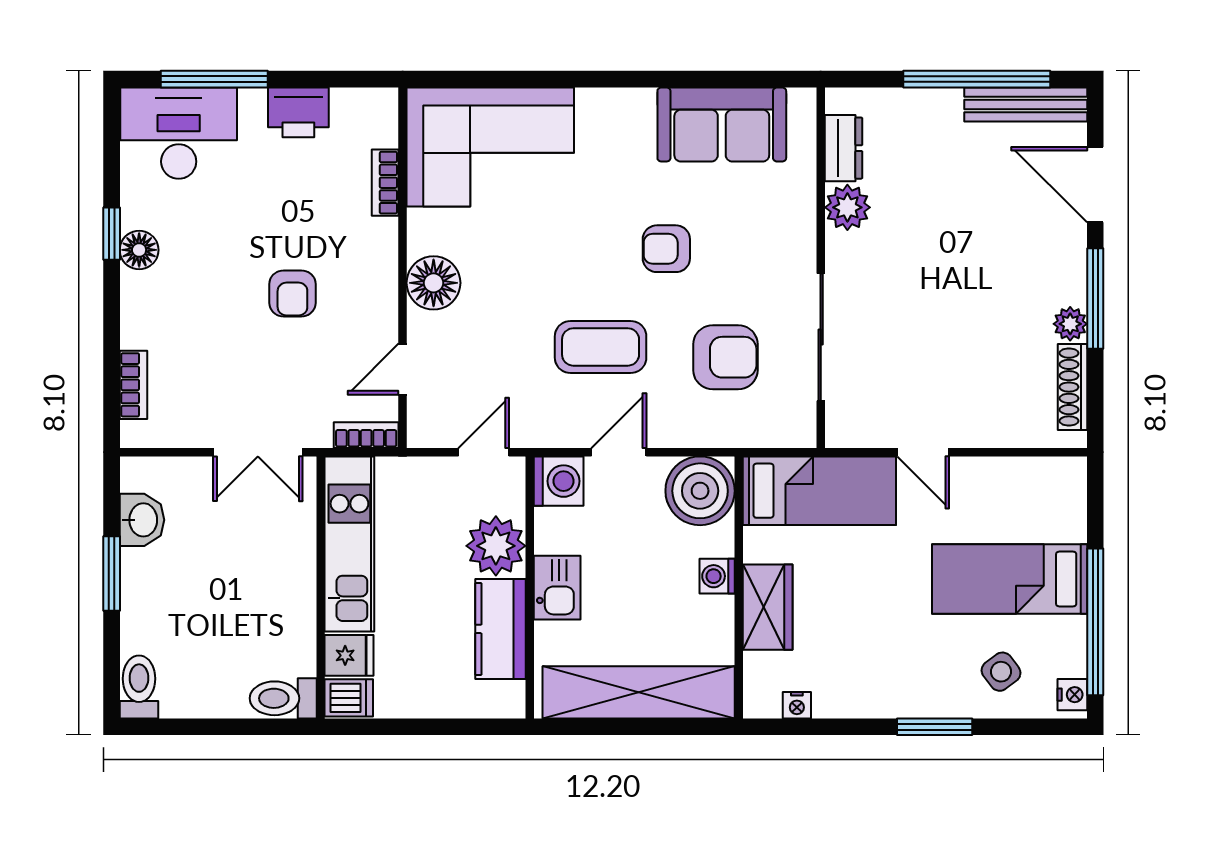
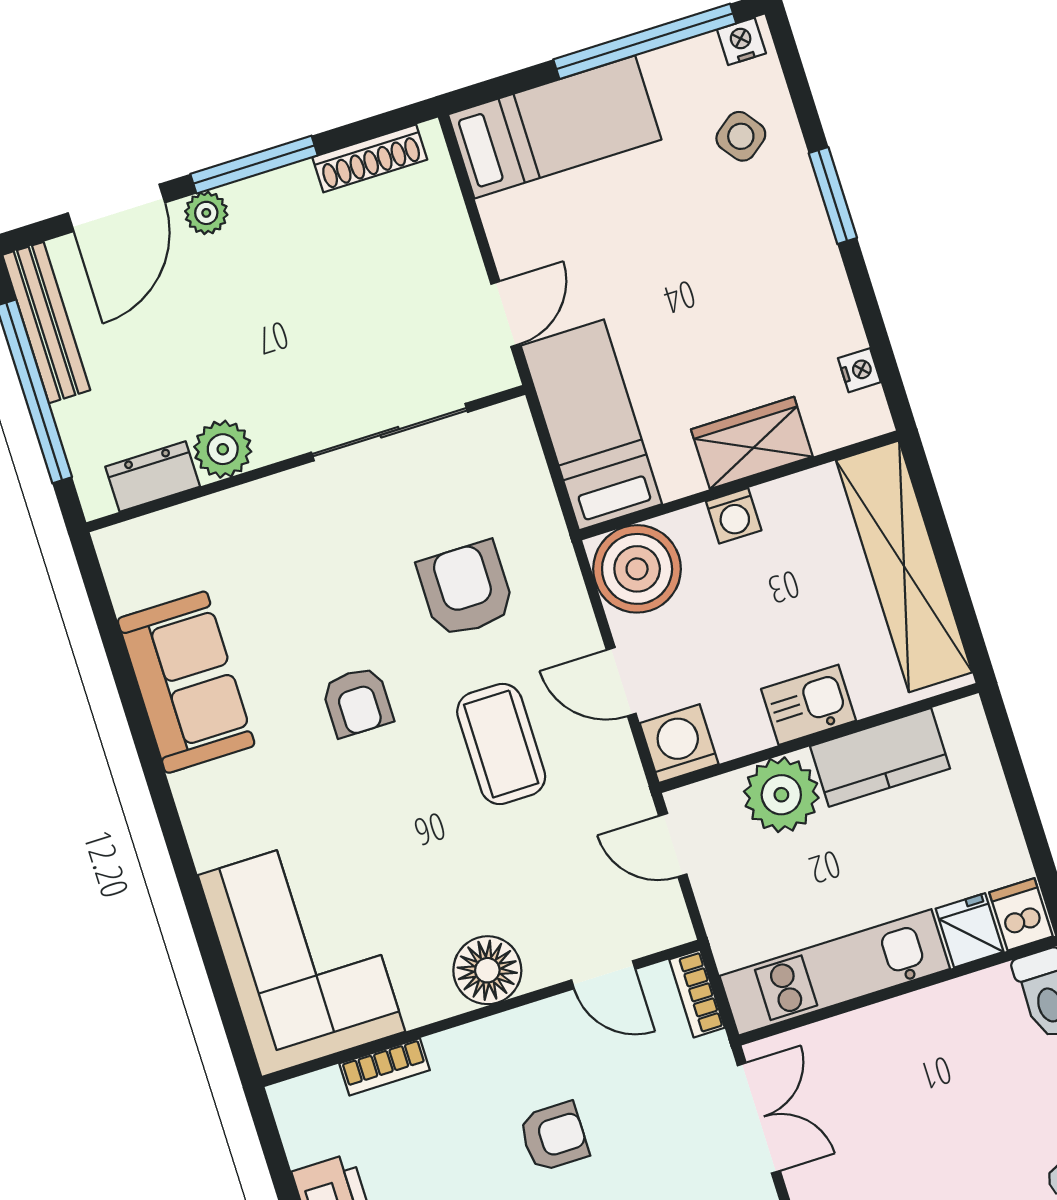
dresser: (844, 148) -> (153, 477), moved
plant: (847, 207) -> (223, 449), moved
wall: (821, 268) -> (306, 459), moved
plant: (1070, 324) -> (206, 213), moved
sliding door: (821, 337) -> (390, 432), moved
bed: (1010, 579) -> (555, 127), moved, turned -90

